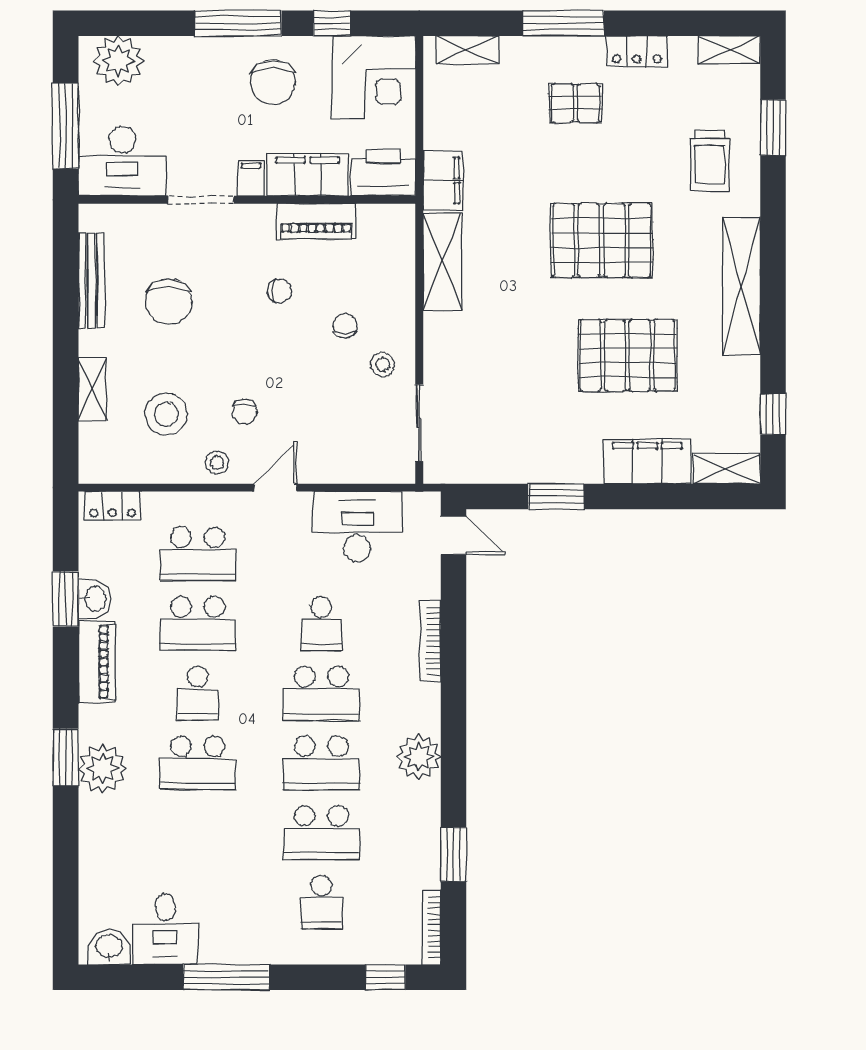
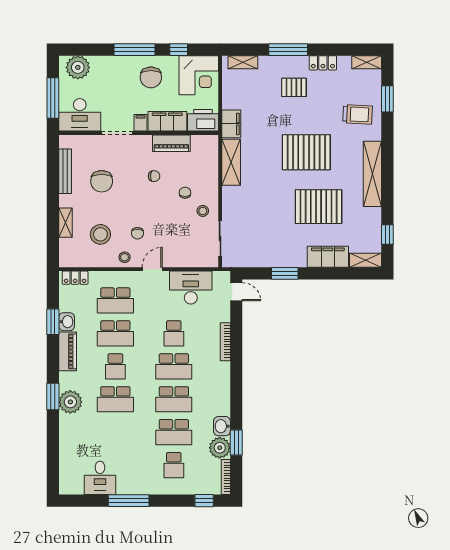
trolley: (710, 160) -> (357, 114), turned -87
plant: (418, 757) -> (220, 448), moved
washbasin: (109, 947) -> (222, 426), moved, turned -90

